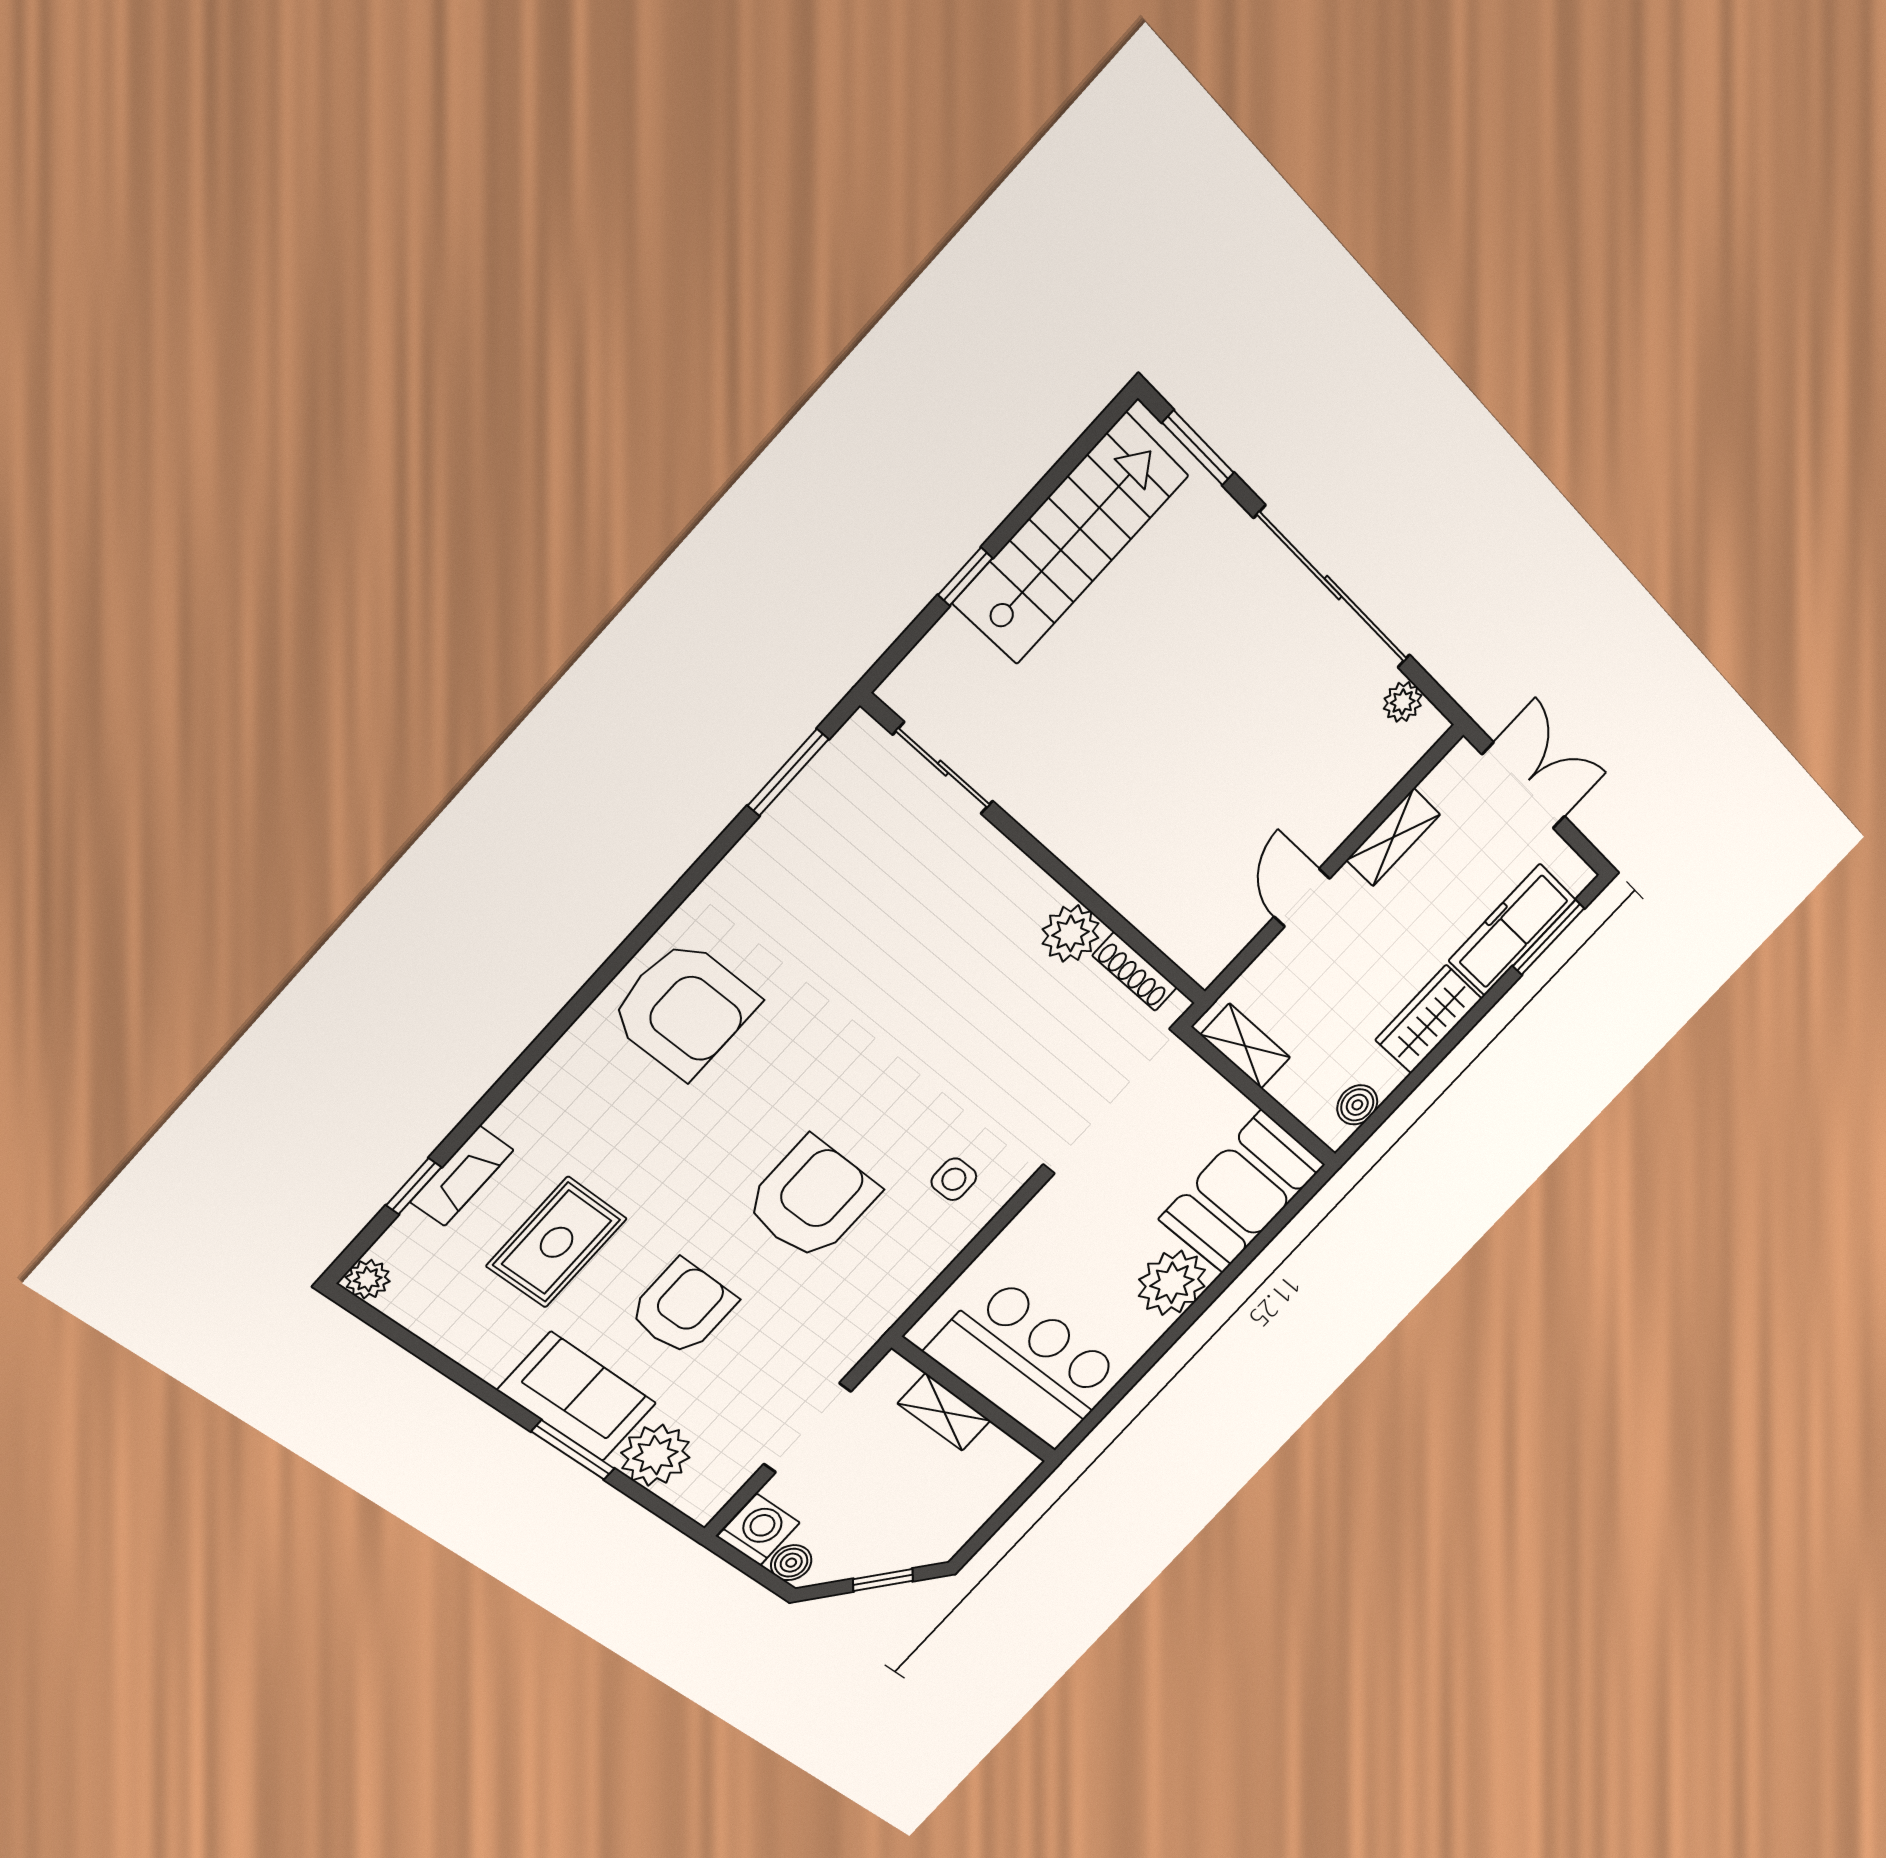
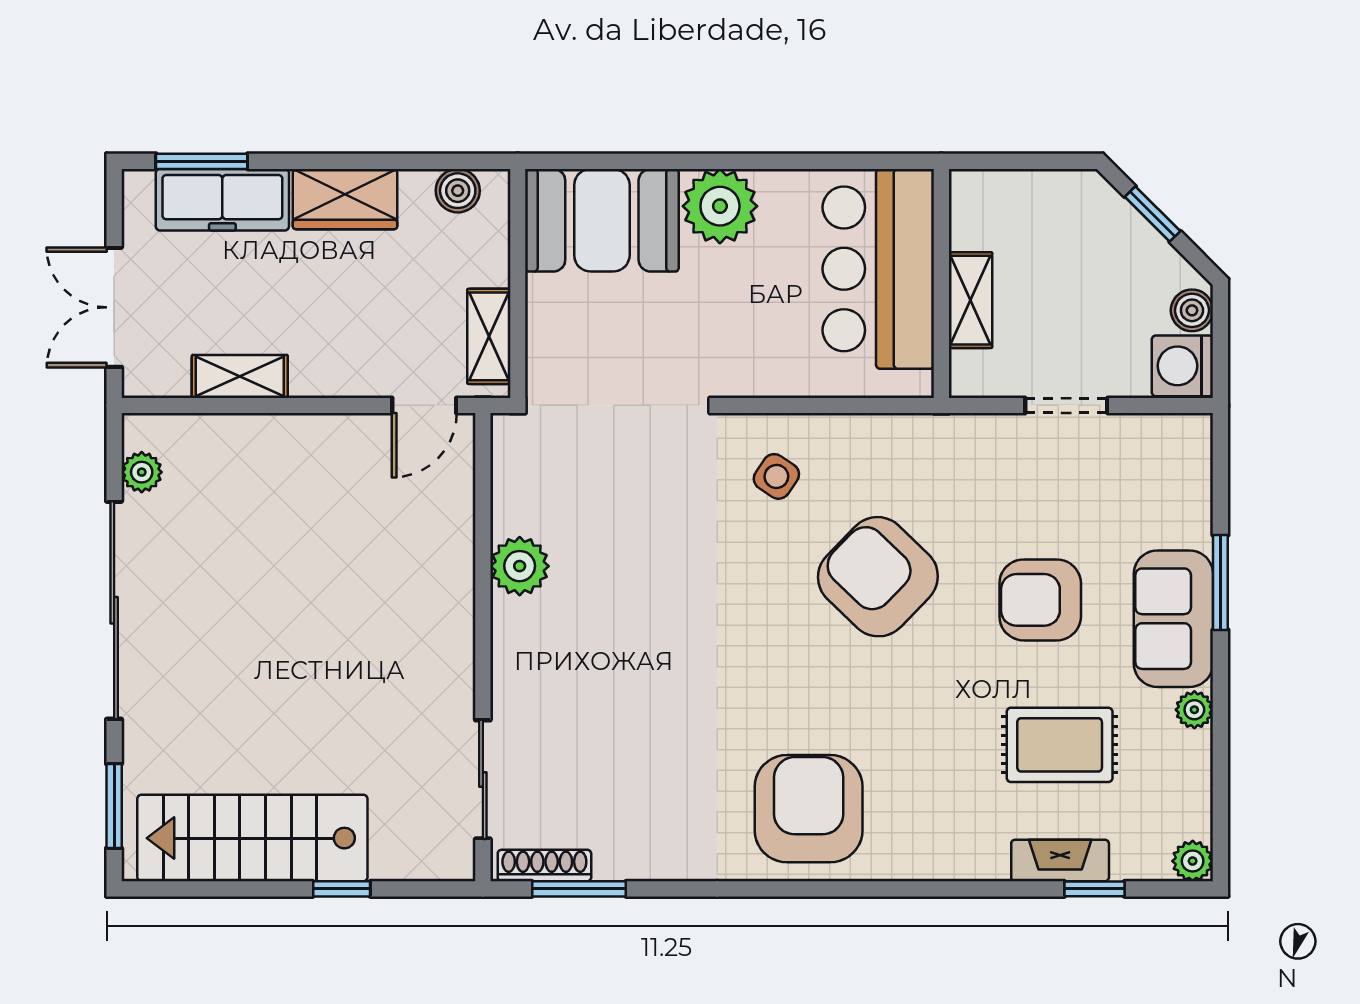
door: (1302, 898) -> (424, 405), moved
shoe rack: (1135, 972) -> (544, 866), moved, turned -90
side table: (954, 1179) -> (776, 476), turned 34
armchair: (812, 1199) -> (878, 577), turned 44
doorway: (807, 1428) -> (1066, 405), width x0.73
plant: (655, 1455) -> (1194, 710), moved, width x0.53, depth x0.53

